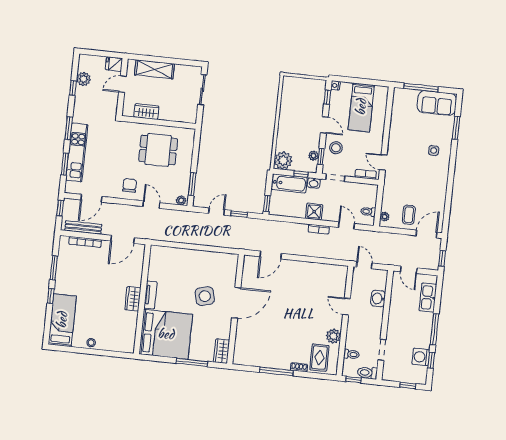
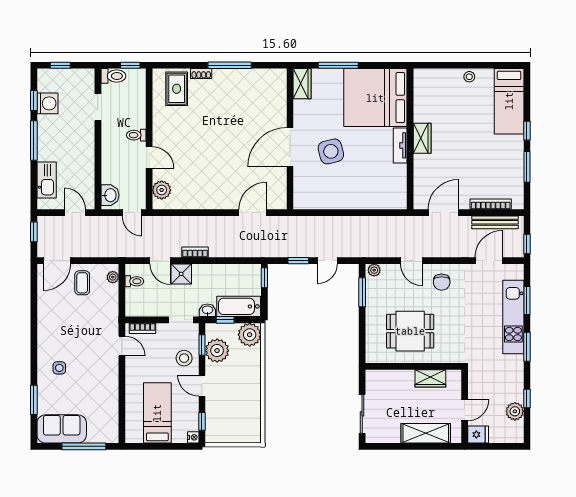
plant: (314, 156) -> (217, 351), width x1.88, depth x1.88
shower: (314, 212) -> (181, 274), moved
washbasin: (378, 299) -> (110, 195), moved
plant: (333, 336) -> (162, 190), moved
toilet: (351, 354) -> (136, 135), moved

